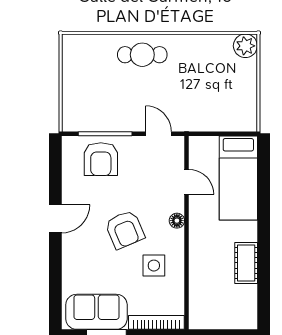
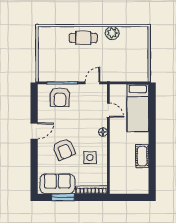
plant: (245, 46) -> (112, 33), moved
door: (158, 134) -> (93, 83), hinge flipped
armchair: (125, 230) -> (64, 149), moved

